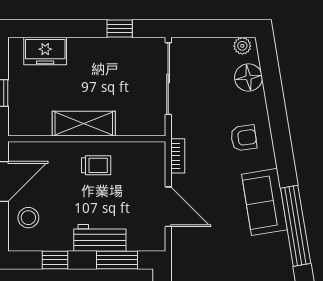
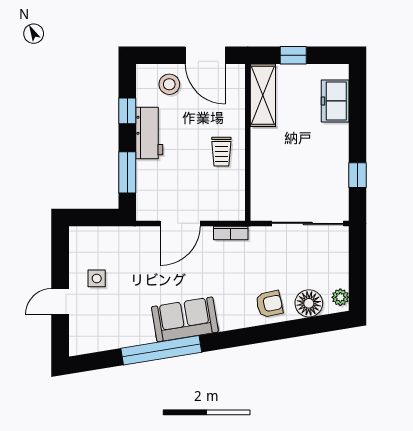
shelving: (84, 124) -> (263, 95), moved
armchair: (244, 138) -> (269, 304), moved, turned -94
workbench: (100, 238) -> (149, 133), moved

